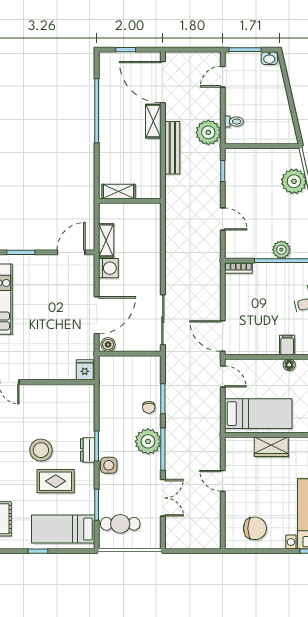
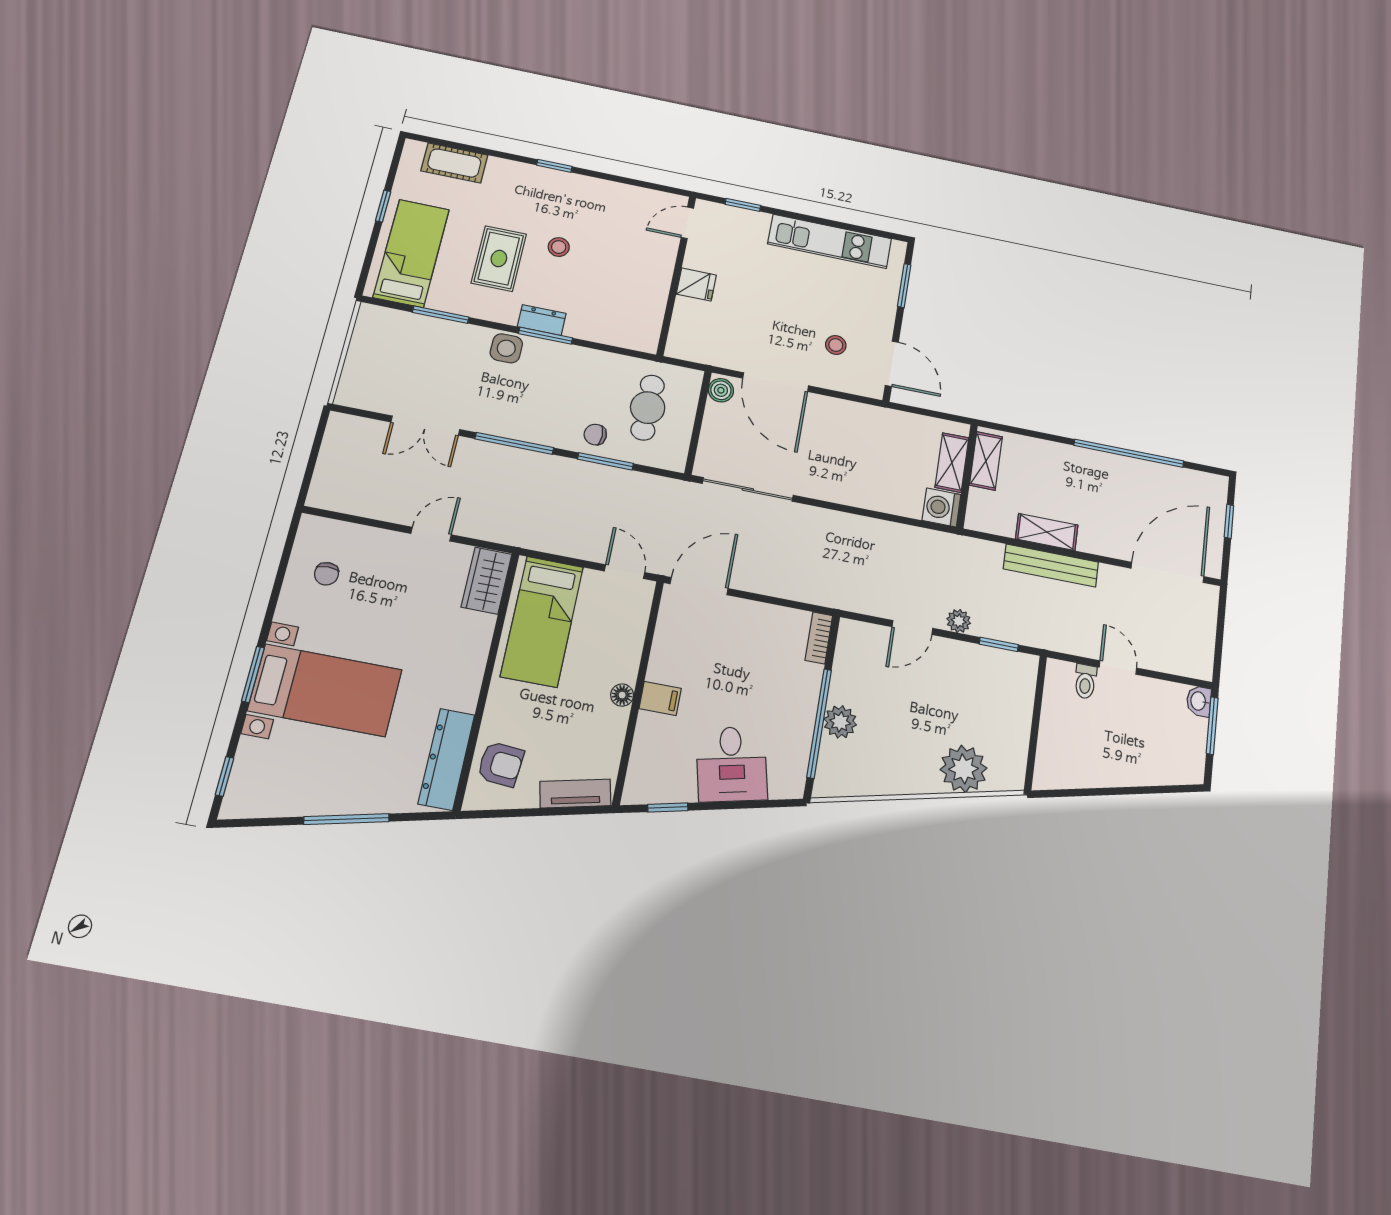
washbasin: (269, 58) -> (1199, 701), moved
door: (223, 77) -> (1118, 667), moved
shelving: (153, 121) -> (1047, 532), moved
plant: (208, 132) -> (959, 621), moved, width x0.53, depth x0.53
shelving: (106, 240) -> (952, 462), moved, turned 90
washing machine: (108, 268) -> (941, 508), moved, turned 90
stool: (67, 286) -> (836, 345), added
fridge: (85, 370) -> (696, 285), moved
door: (223, 377) -> (625, 572), swing flipped
plant: (148, 441) -> (534, 421), removed
wardrobe: (271, 447) -> (487, 581), moved
stool: (41, 450) -> (559, 247), width x0.53, depth x0.53
cafe table: (120, 524) -> (648, 408), moved
chair: (255, 528) -> (326, 574), width x0.54, depth x0.54

